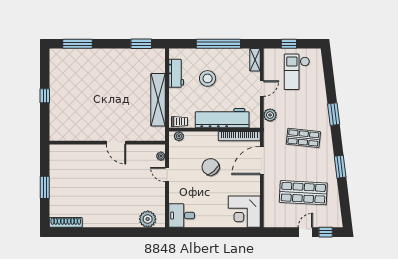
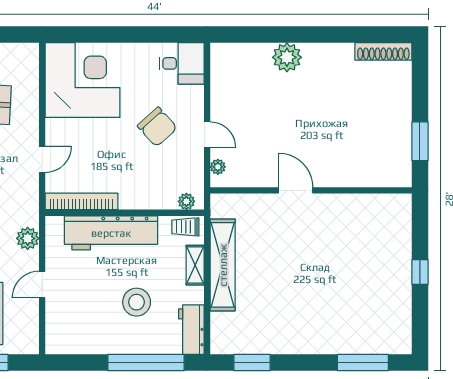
window: (218, 44) -> (146, 363), moved
shelving: (255, 60) -> (195, 265), moved
workbench: (176, 73) -> (191, 330), moved
door: (262, 160) -> (42, 159), width x0.53
chair: (211, 167) -> (157, 127), moved
window: (45, 187) -> (420, 141), moved
corner desk: (244, 212) -> (83, 80), width x1.36, depth x1.36
plant: (148, 219) -> (287, 57), moved

